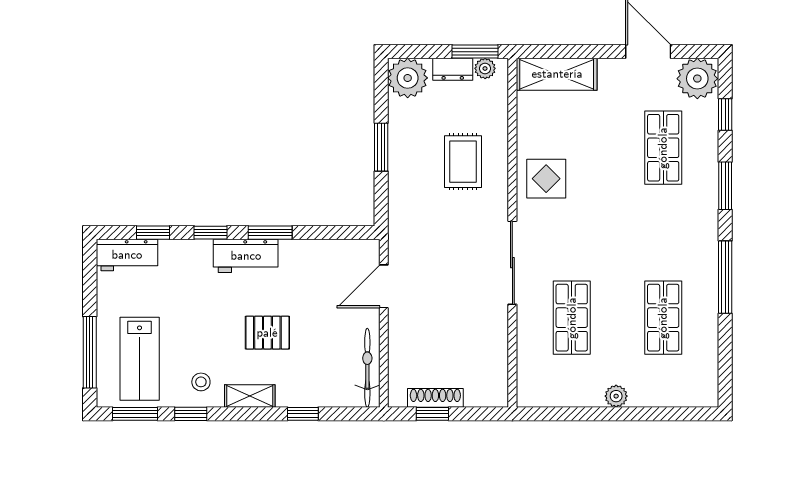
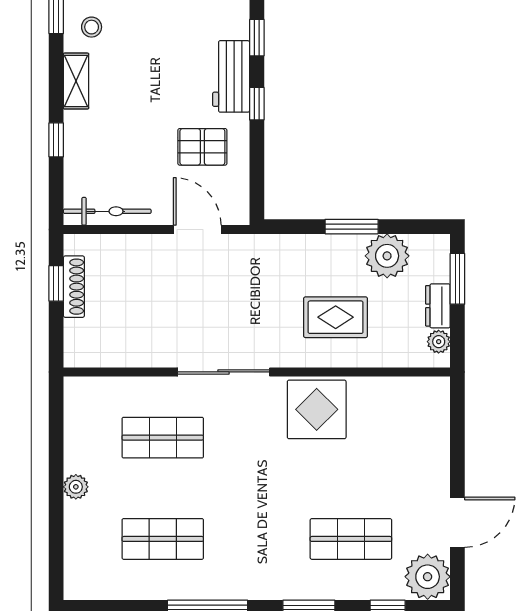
window: (475, 52) -> (457, 279), moved
shelving: (557, 74) -> (432, 421), removed
plant: (408, 78) -> (387, 256), moved
display table: (546, 179) -> (317, 409), width x1.36, depth x1.36
window: (270, 233) -> (257, 104), width x0.67
pallet: (267, 333) -> (202, 147), moved, turned 90

